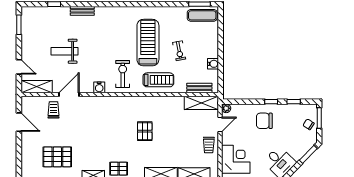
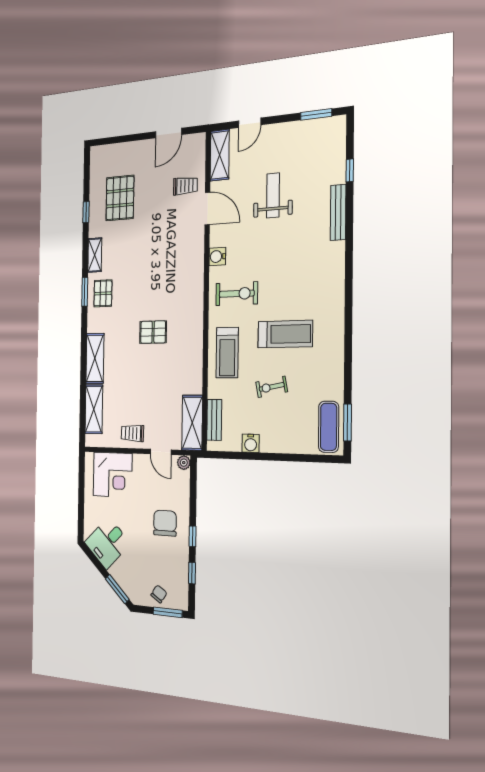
bench: (82, 11) -> (338, 212), width x1.36
treadmill: (148, 43) -> (285, 334), width x0.73, depth x0.73

